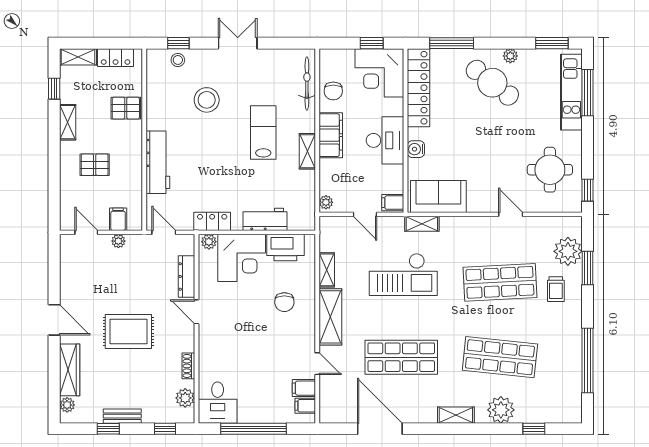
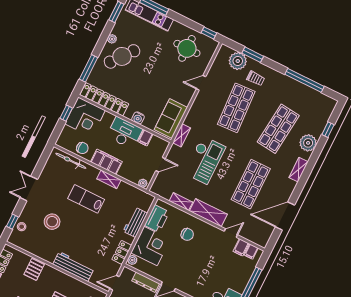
filing cabinet: (393, 203) -> (145, 138), moved

